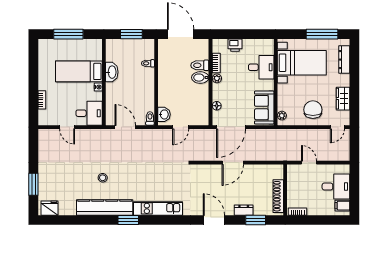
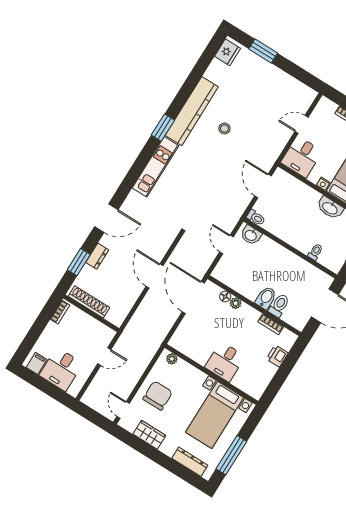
desk: (261, 67) -> (225, 362), moved
plant: (217, 78) -> (236, 303), moved
sofa: (264, 108) -> (192, 346), removed
chair: (313, 110) -> (158, 396), turned -90
door: (125, 127) -> (263, 186), swing flipped

